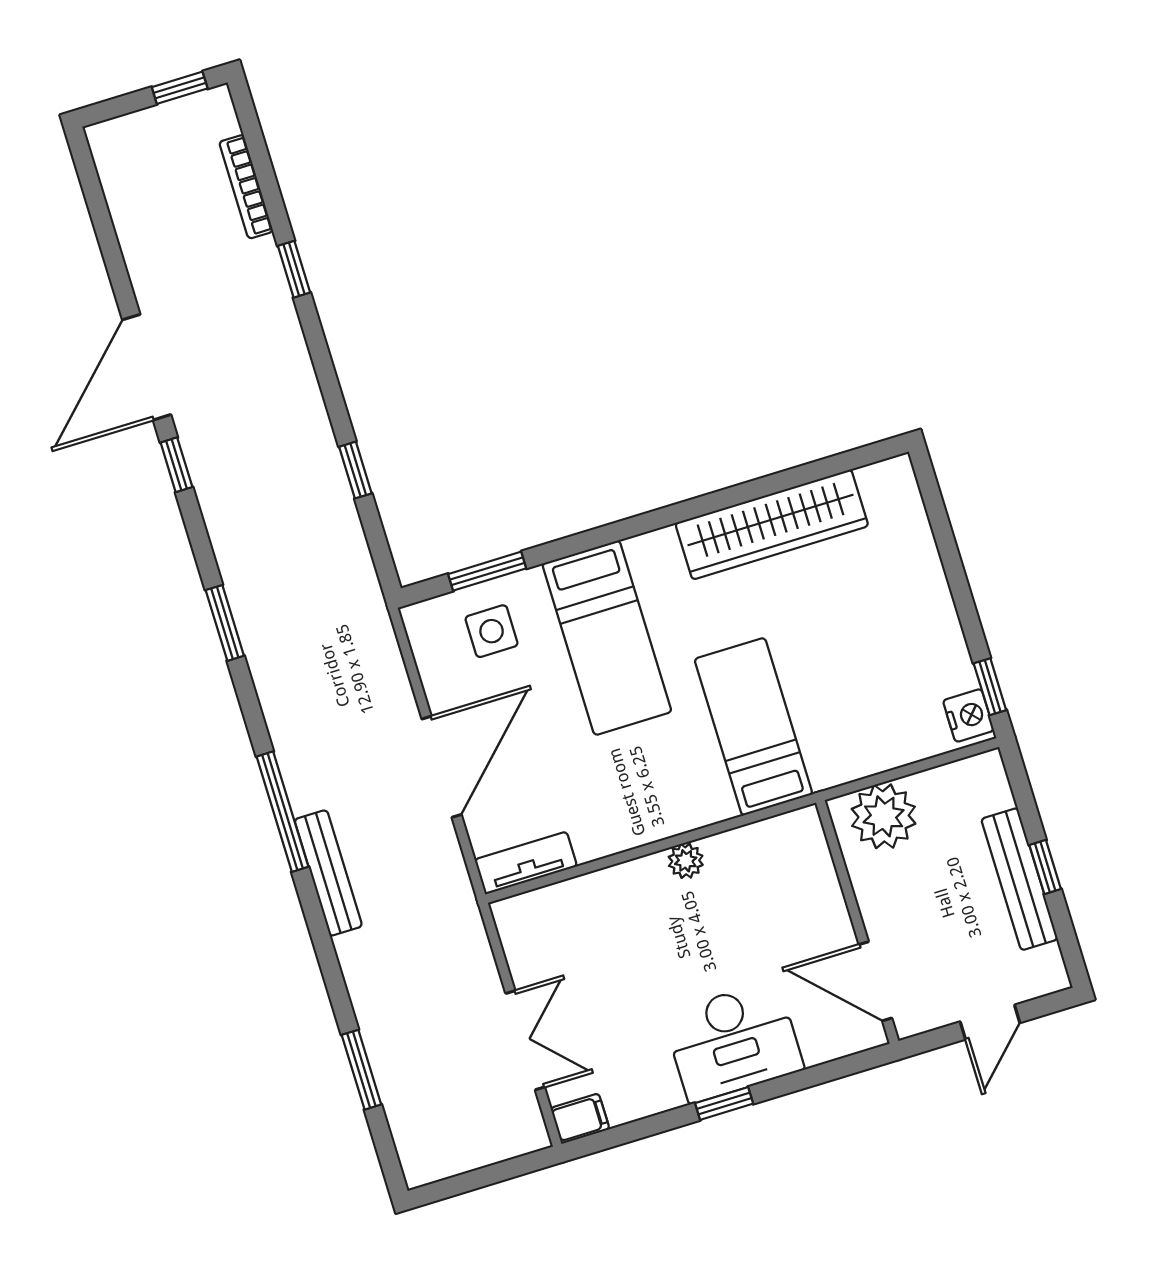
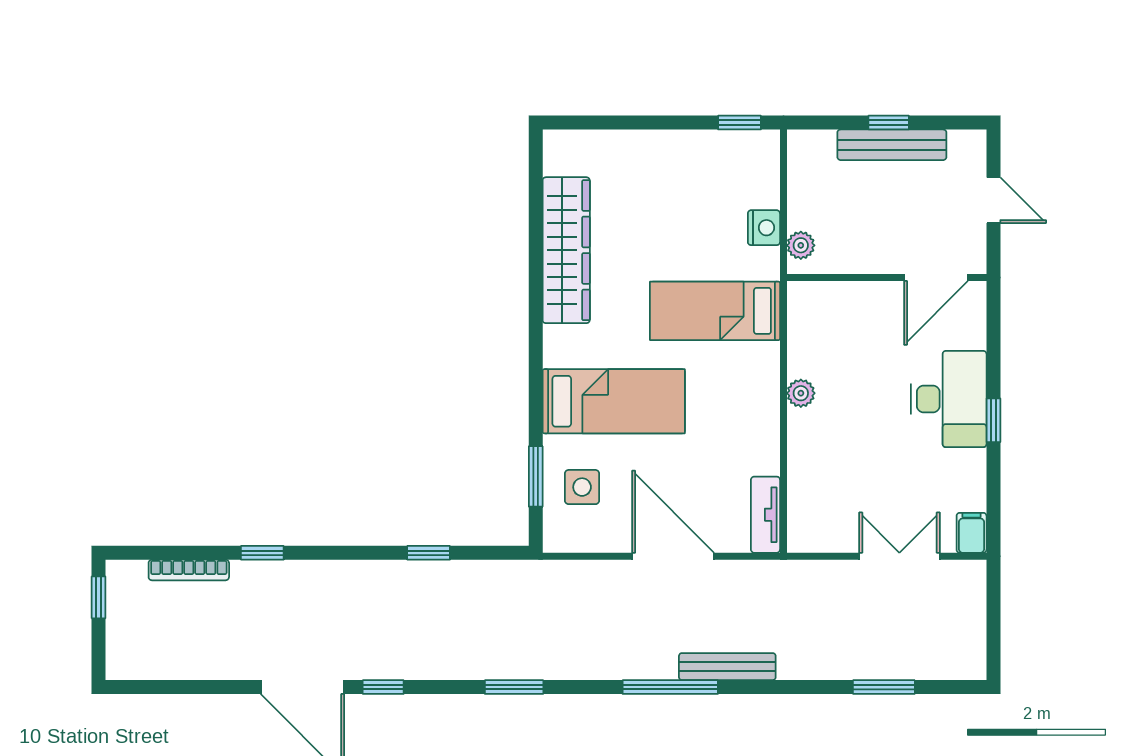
nightstand: (968, 715) -> (764, 228), moved, turned 90
plant: (884, 816) -> (801, 245), width x0.53, depth x0.53

